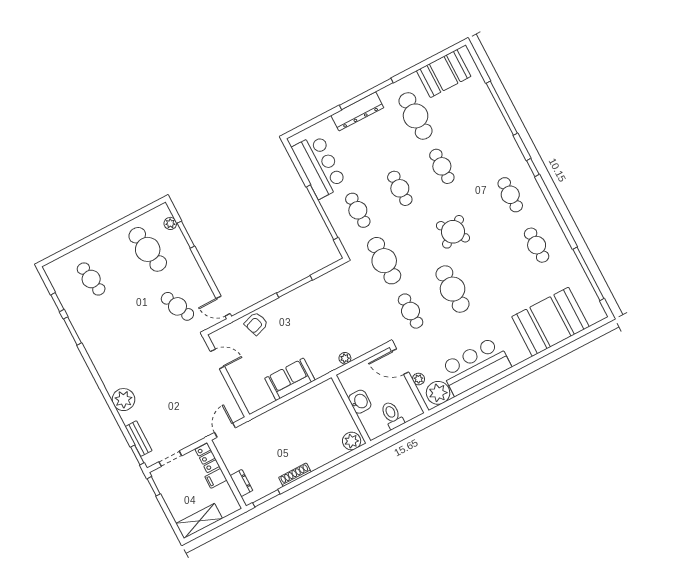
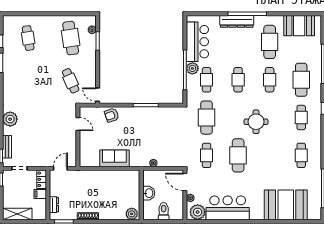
cafe table: (484, 144) -> (301, 80), added
plant: (331, 205) -> (192, 68), added
round table: (453, 232) -> (256, 122), turned 36

